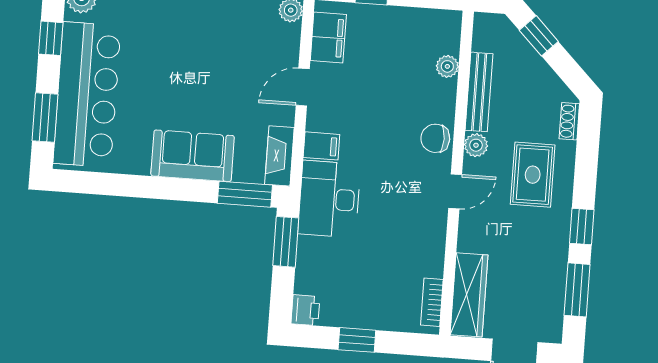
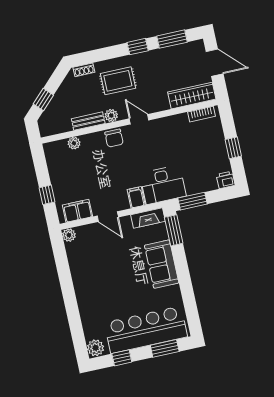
bench: (479, 92) -> (88, 121), width x0.73

